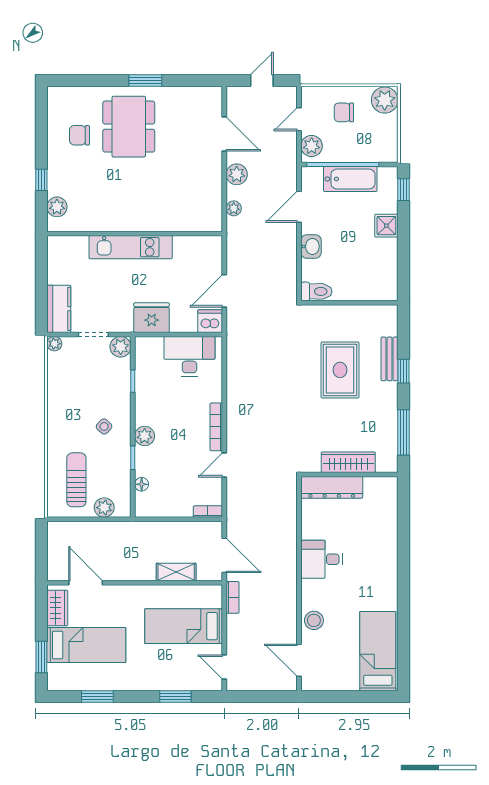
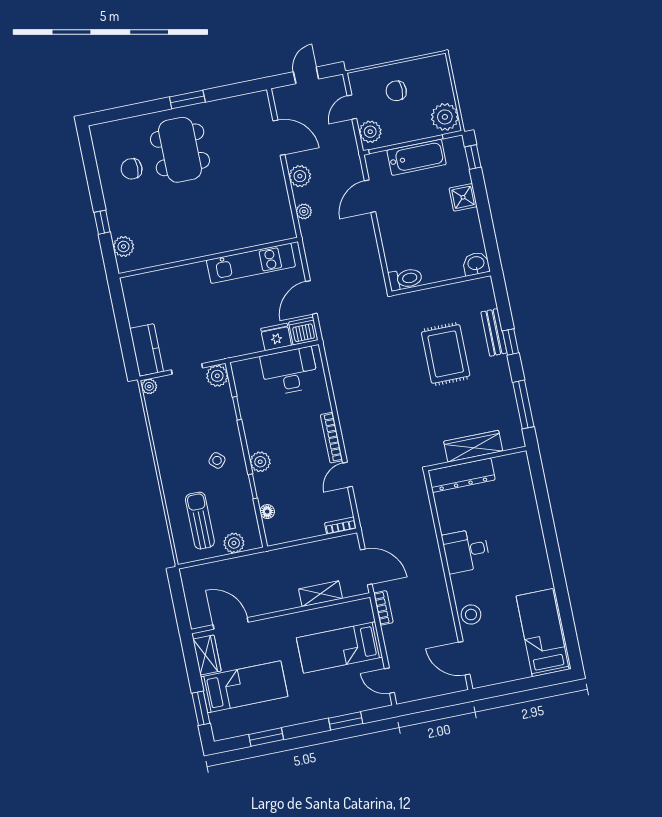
plant: (385, 100) -> (445, 117), moved
washbasin: (311, 246) -> (476, 264), moved, turned -90
kitchen unit: (131, 247) -> (251, 263), moved
fridge: (152, 318) -> (276, 337), moved, width x0.73, depth x0.75

